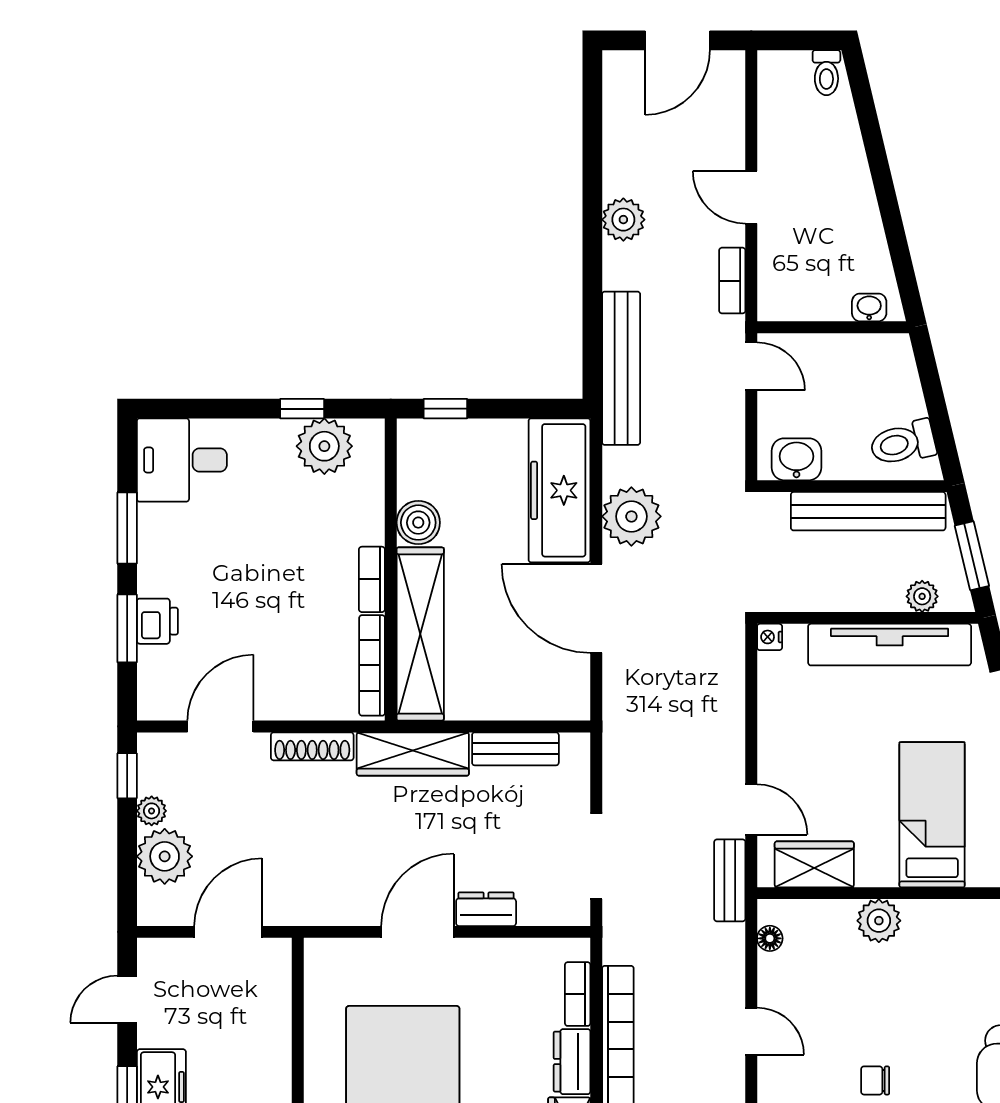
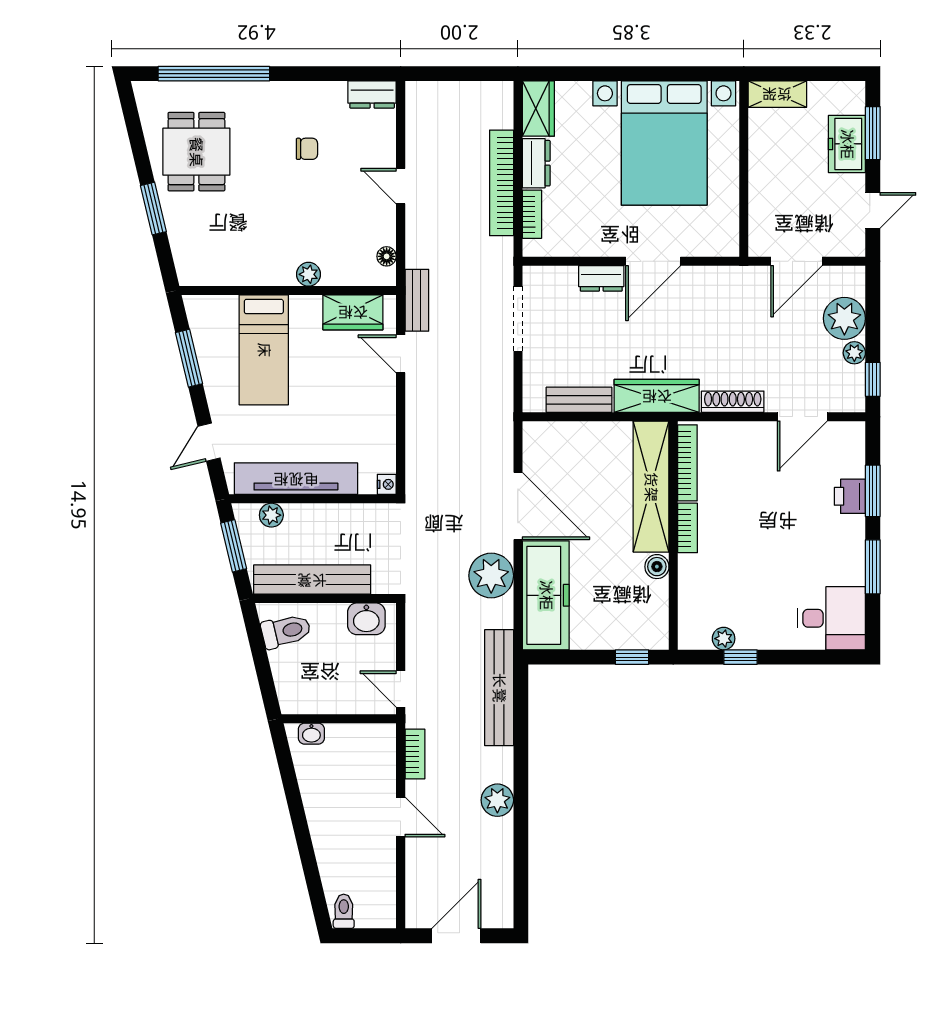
plant: (324, 446) -> (724, 639), width x0.53, depth x0.53
boiler: (418, 523) -> (657, 567), width x0.73, depth x0.73
plant: (879, 921) -> (309, 274), width x0.73, depth x0.73

